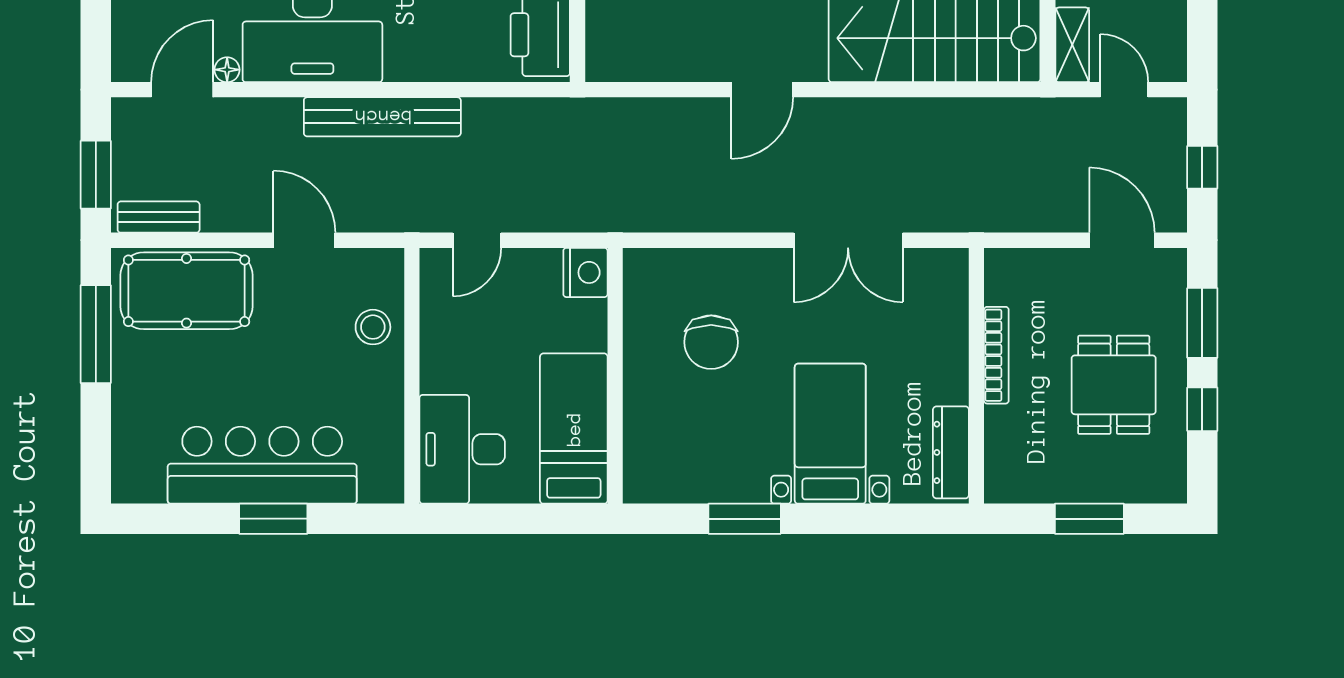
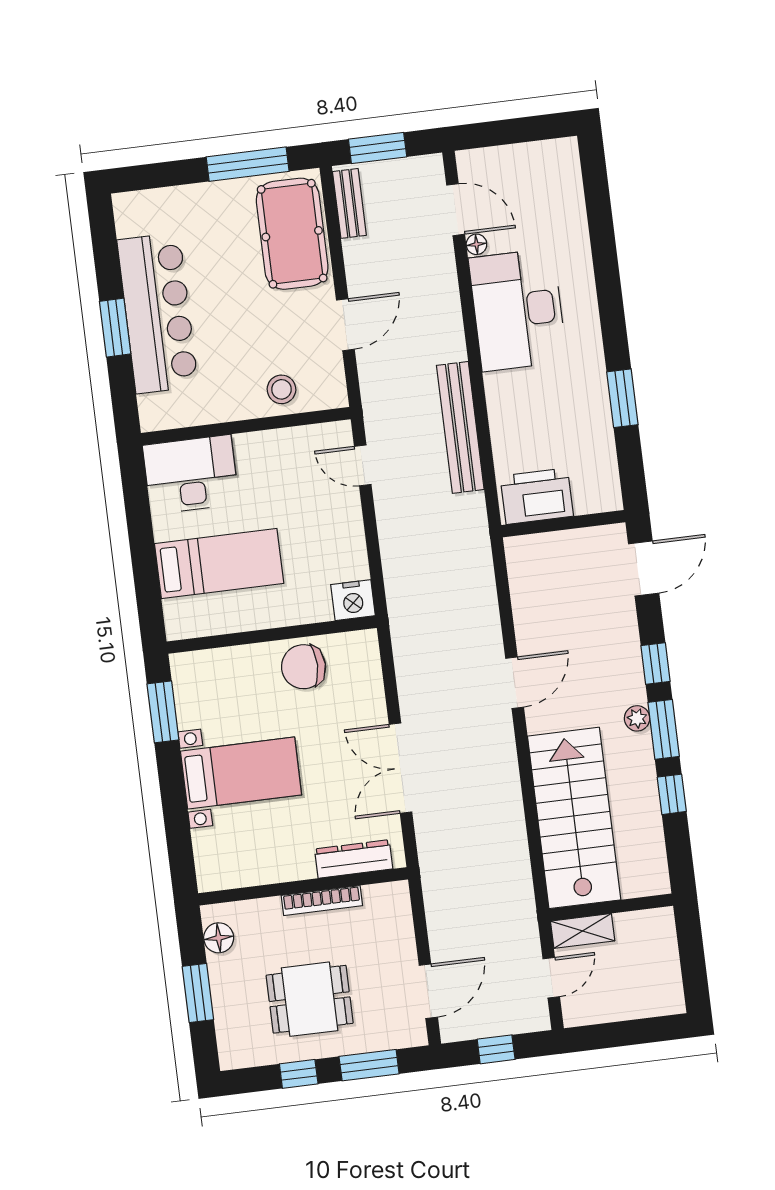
door: (762, 90) -> (515, 683), swing flipped
bench: (382, 117) -> (460, 427), moved
nightstand: (585, 272) -> (353, 600), moved
wall: (615, 376) -> (272, 635), moved
dresser: (951, 452) -> (354, 859), moved
floor lamp: (1026, 485) -> (219, 938), added

